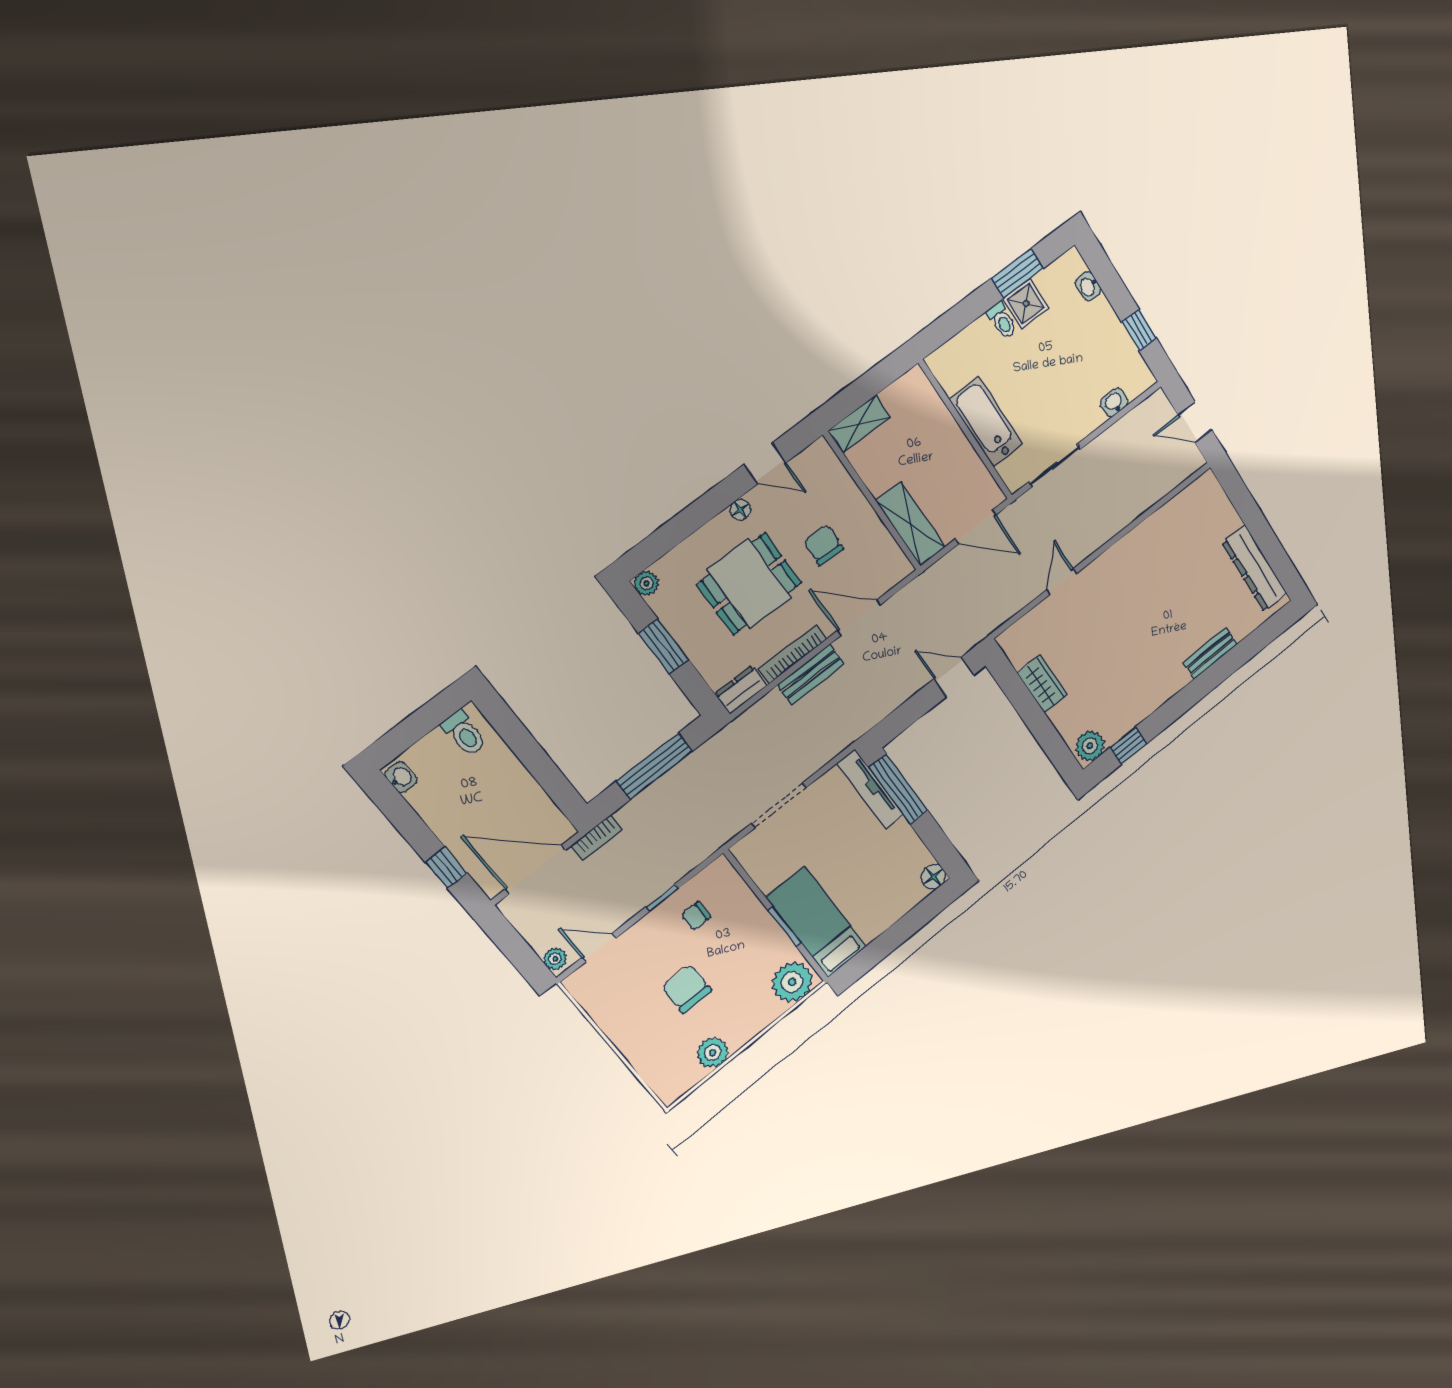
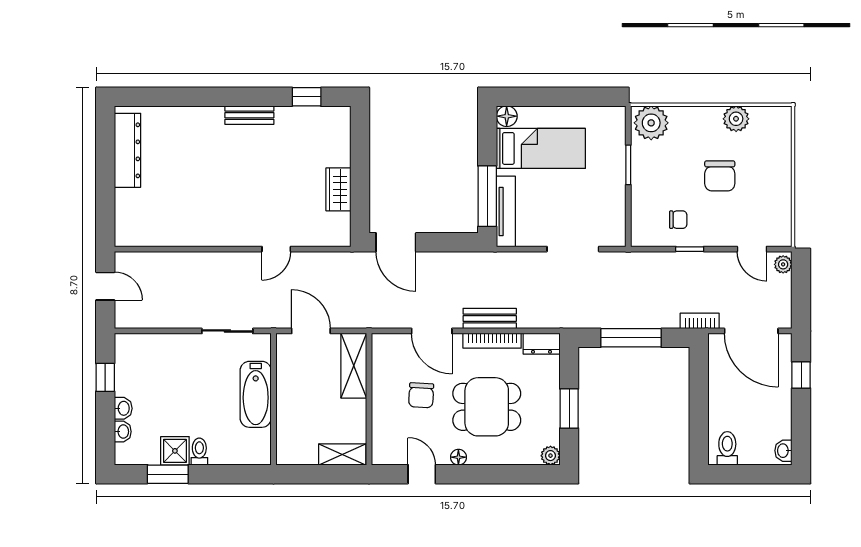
washbasin: (1114, 403) -> (123, 408), moved, turned -90
bench: (1210, 653) -> (249, 115), moved
door: (954, 677) -> (396, 242), width x1.38
plant: (1090, 746) -> (334, 119), removed
bed: (816, 922) -> (541, 148), moved, turned -90

